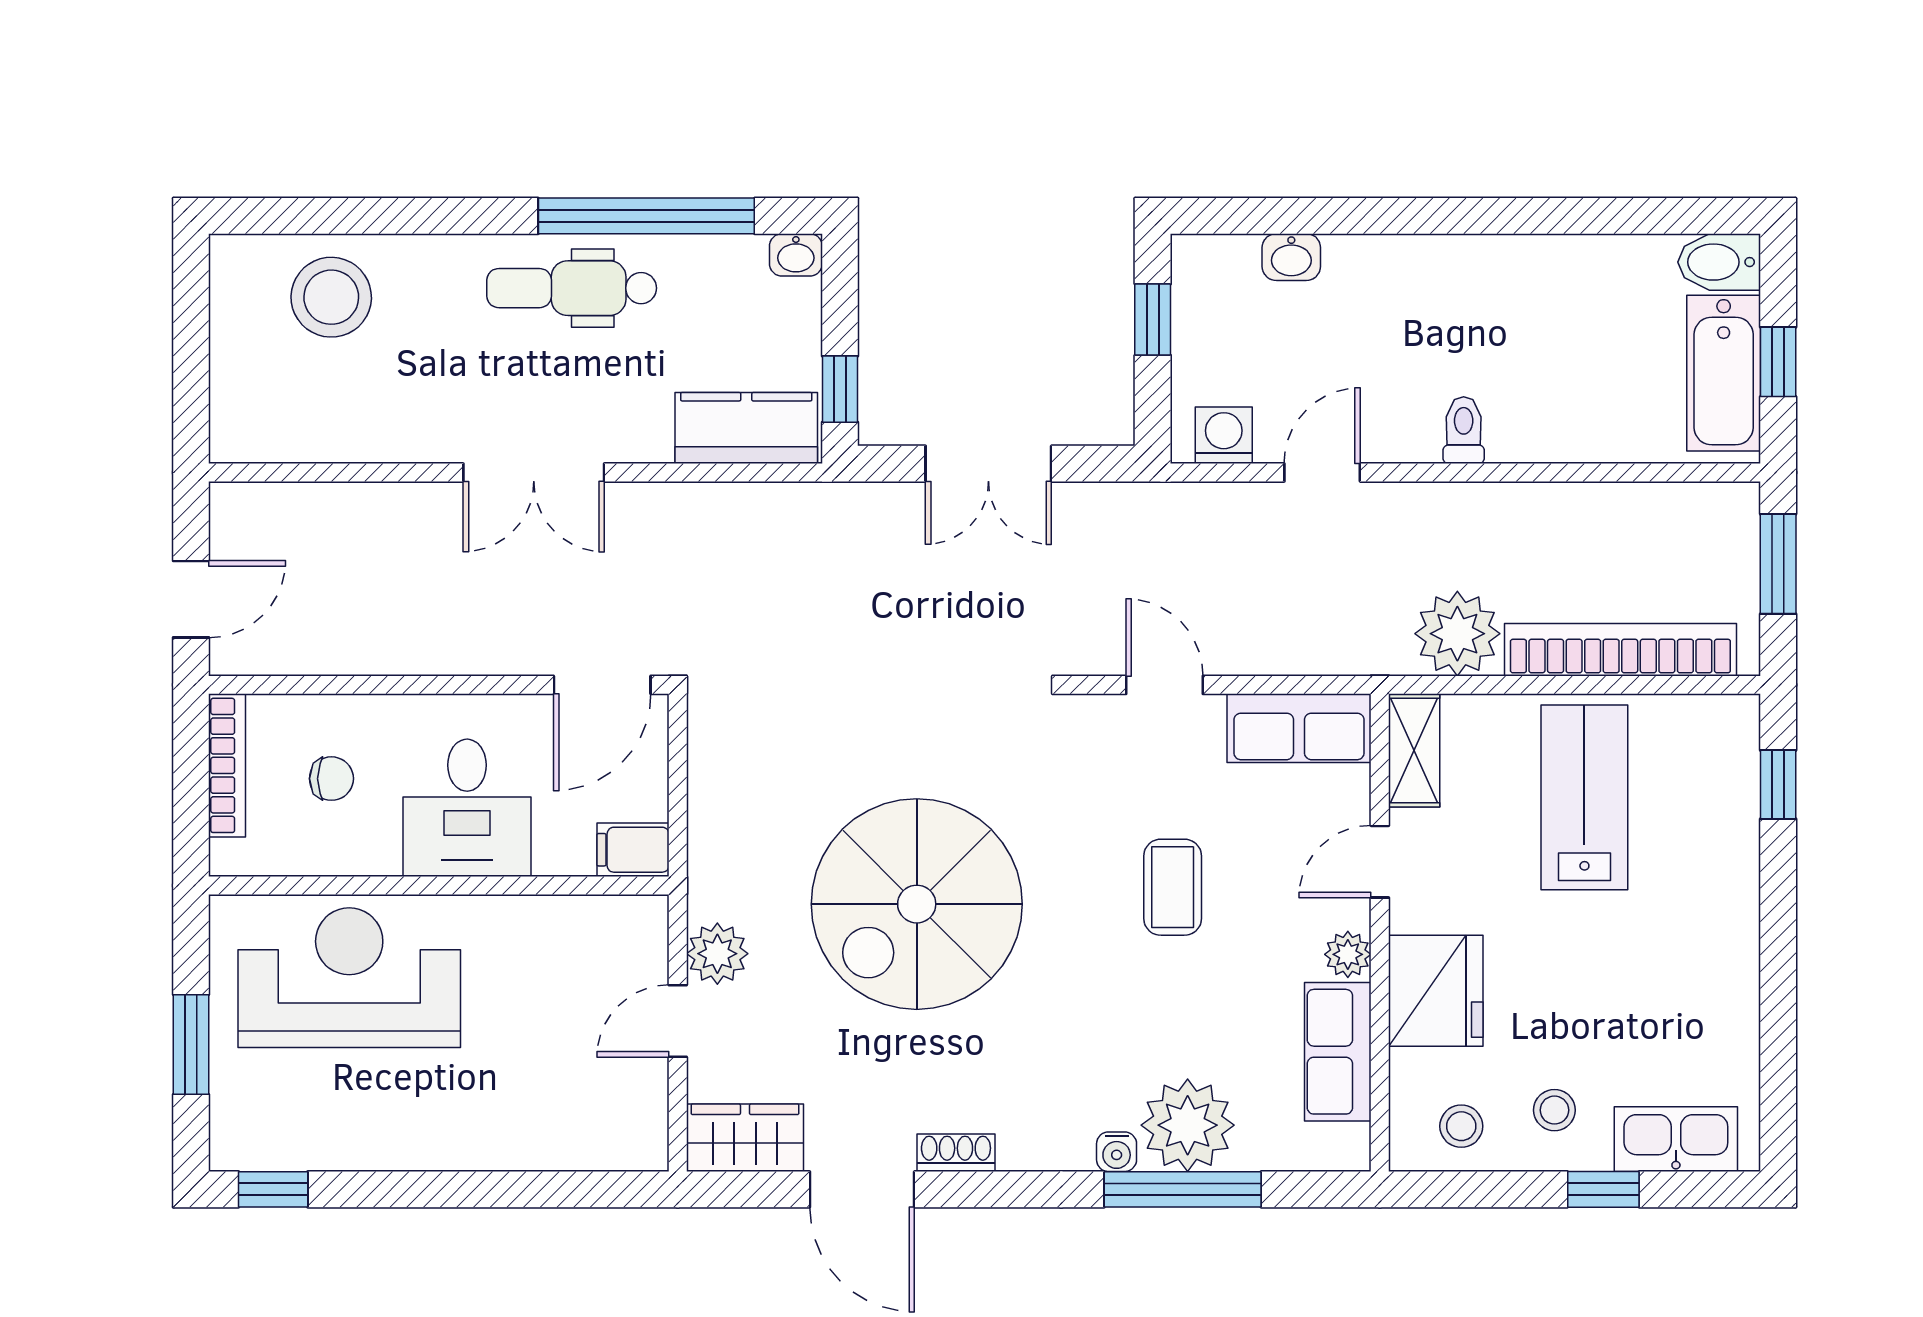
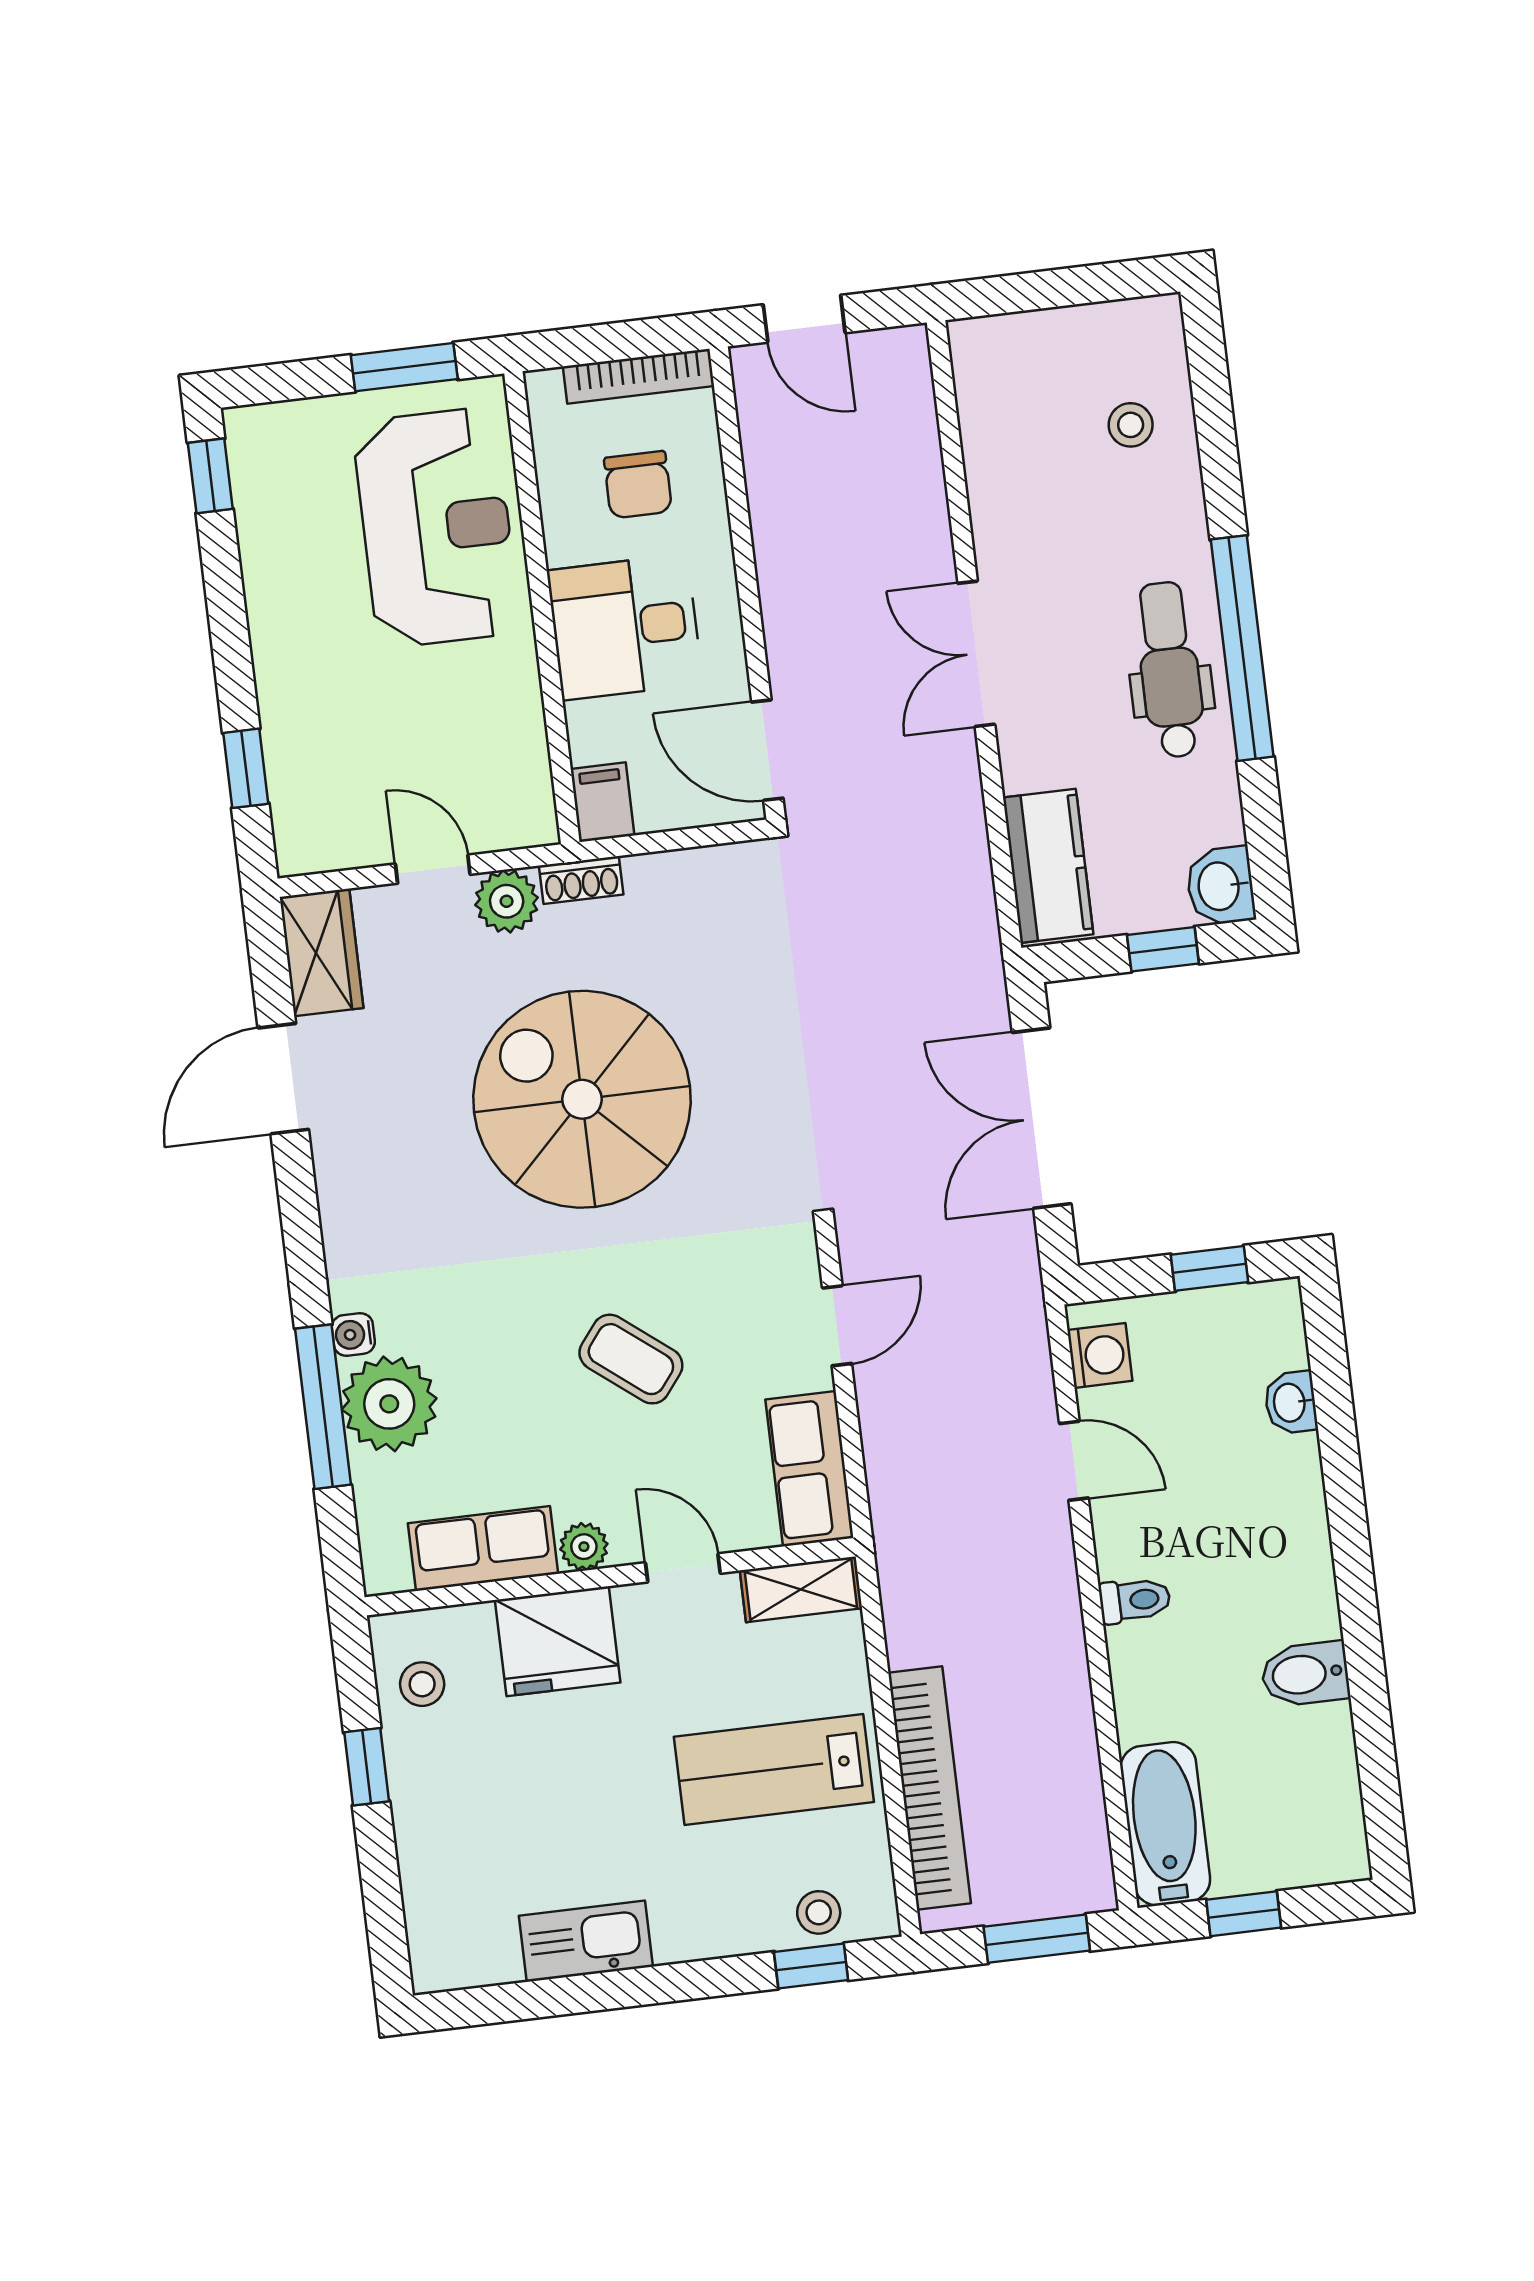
window: (646, 216) -> (1242, 648), moved
washbasin: (796, 255) -> (1220, 886), width x1.38, depth x1.45
bidet: (1719, 262) -> (1305, 1674), moved, turned -90
stool: (331, 297) -> (1131, 425), width x0.53, depth x0.53
bathtub: (1724, 373) -> (1165, 1824), moved, turned 90
window: (840, 389) -> (1163, 949), moved
double door: (988, 464) -> (1042, 1118), width x1.37
plant: (1457, 634) -> (926, 1619), removed
chair: (331, 779) -> (638, 485), width x1.37, depth x1.37
lab bench: (1584, 797) -> (774, 1769), turned 180
coffee table: (1173, 887) -> (631, 1359), turned 38
window: (191, 1044) -> (404, 367), moved
stool: (1554, 1110) -> (819, 1912), moved
kitchen sink: (1676, 1139) -> (586, 1941), moved, turned -90
shoe rack: (956, 1153) -> (581, 880), moved, turned 90
window: (559, 1189) -> (246, 768), added
window: (1603, 1189) -> (367, 1767), moved

